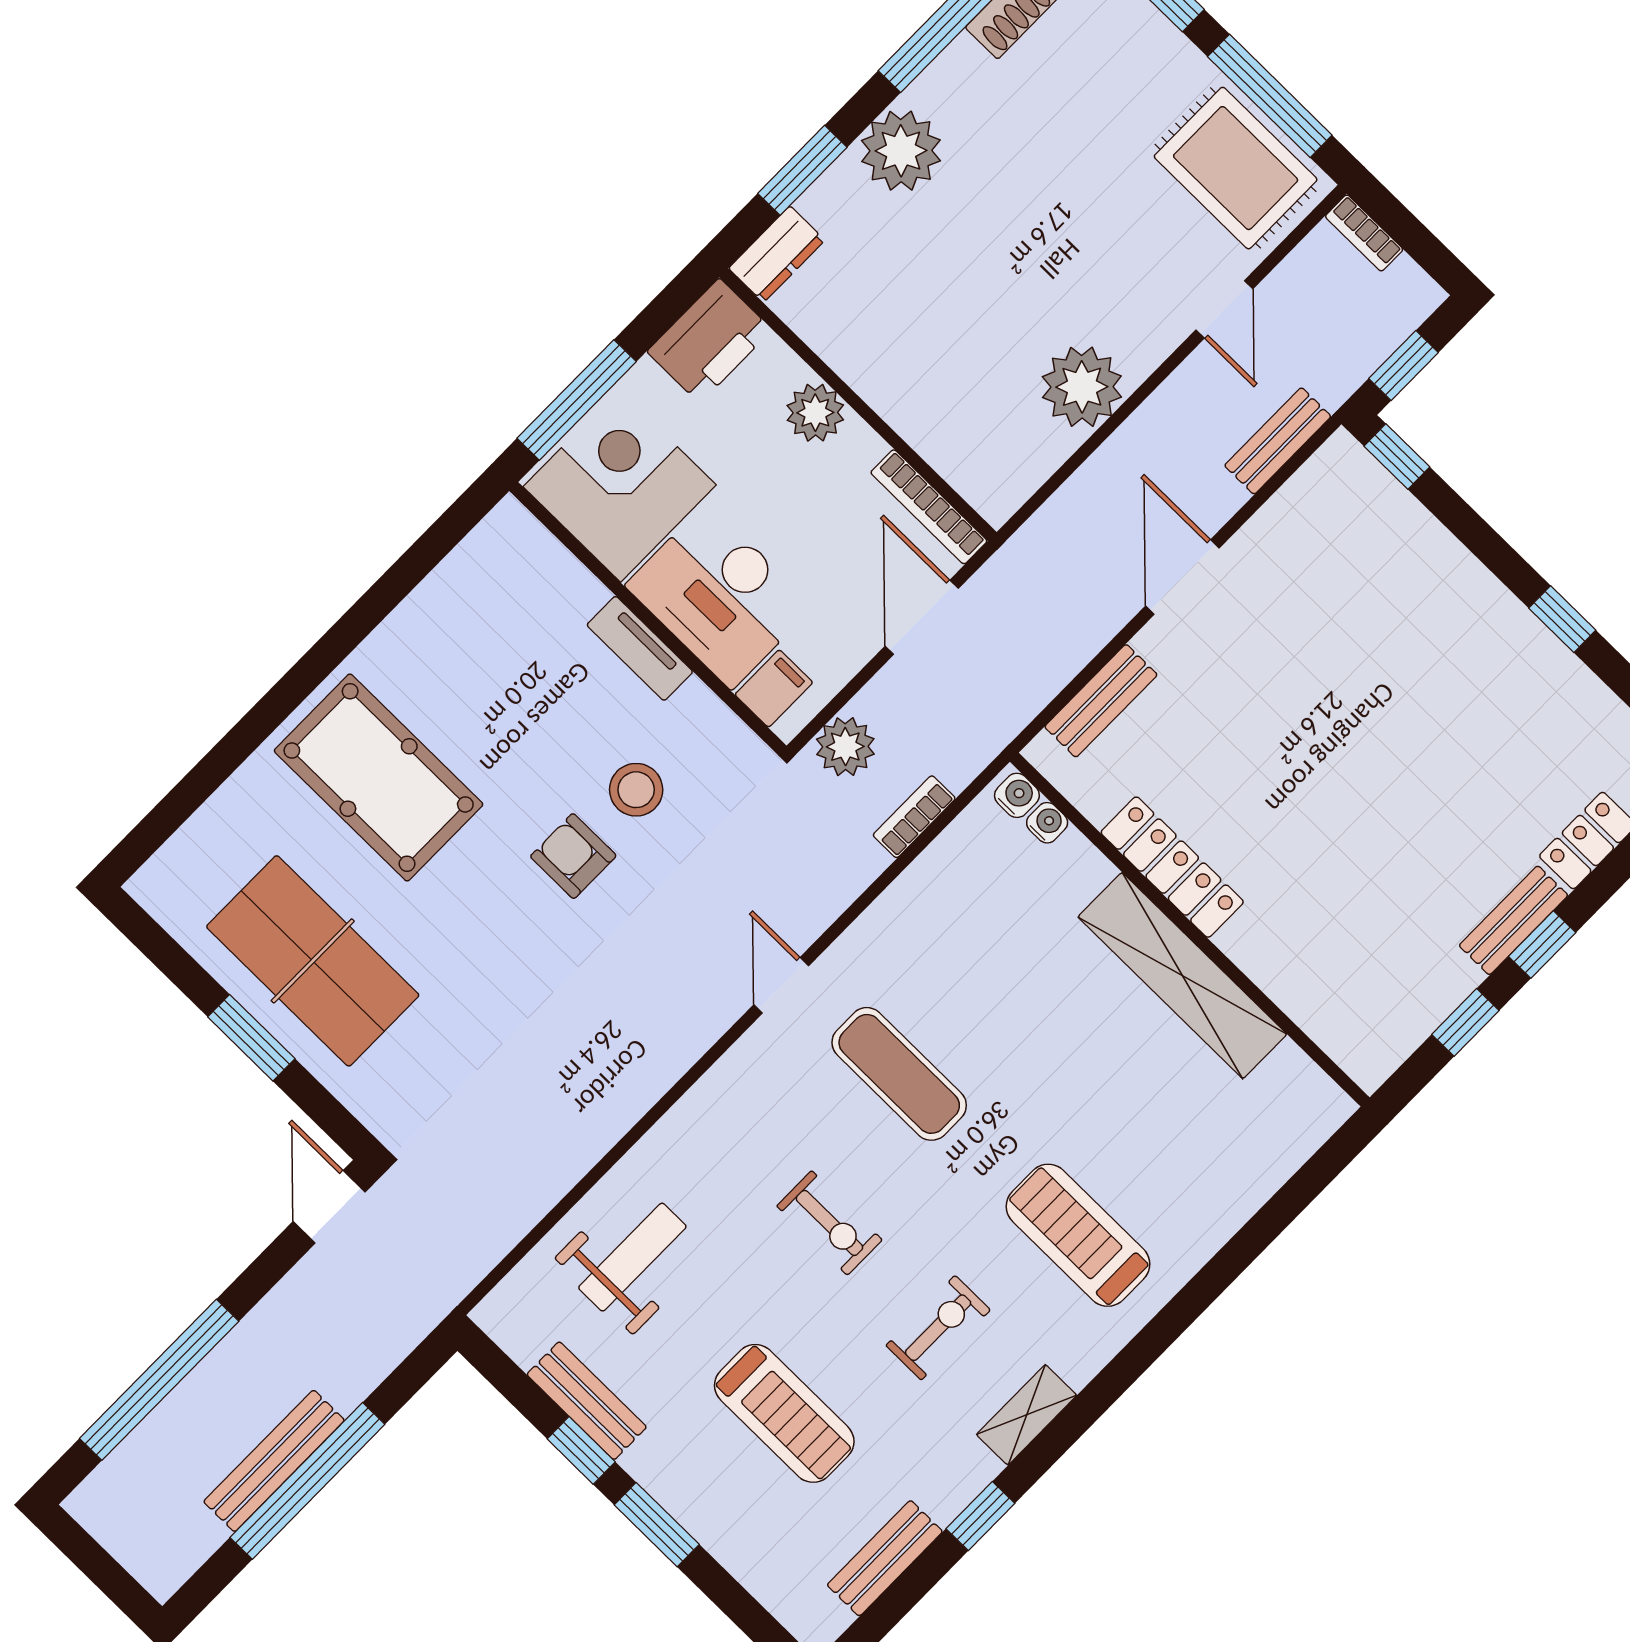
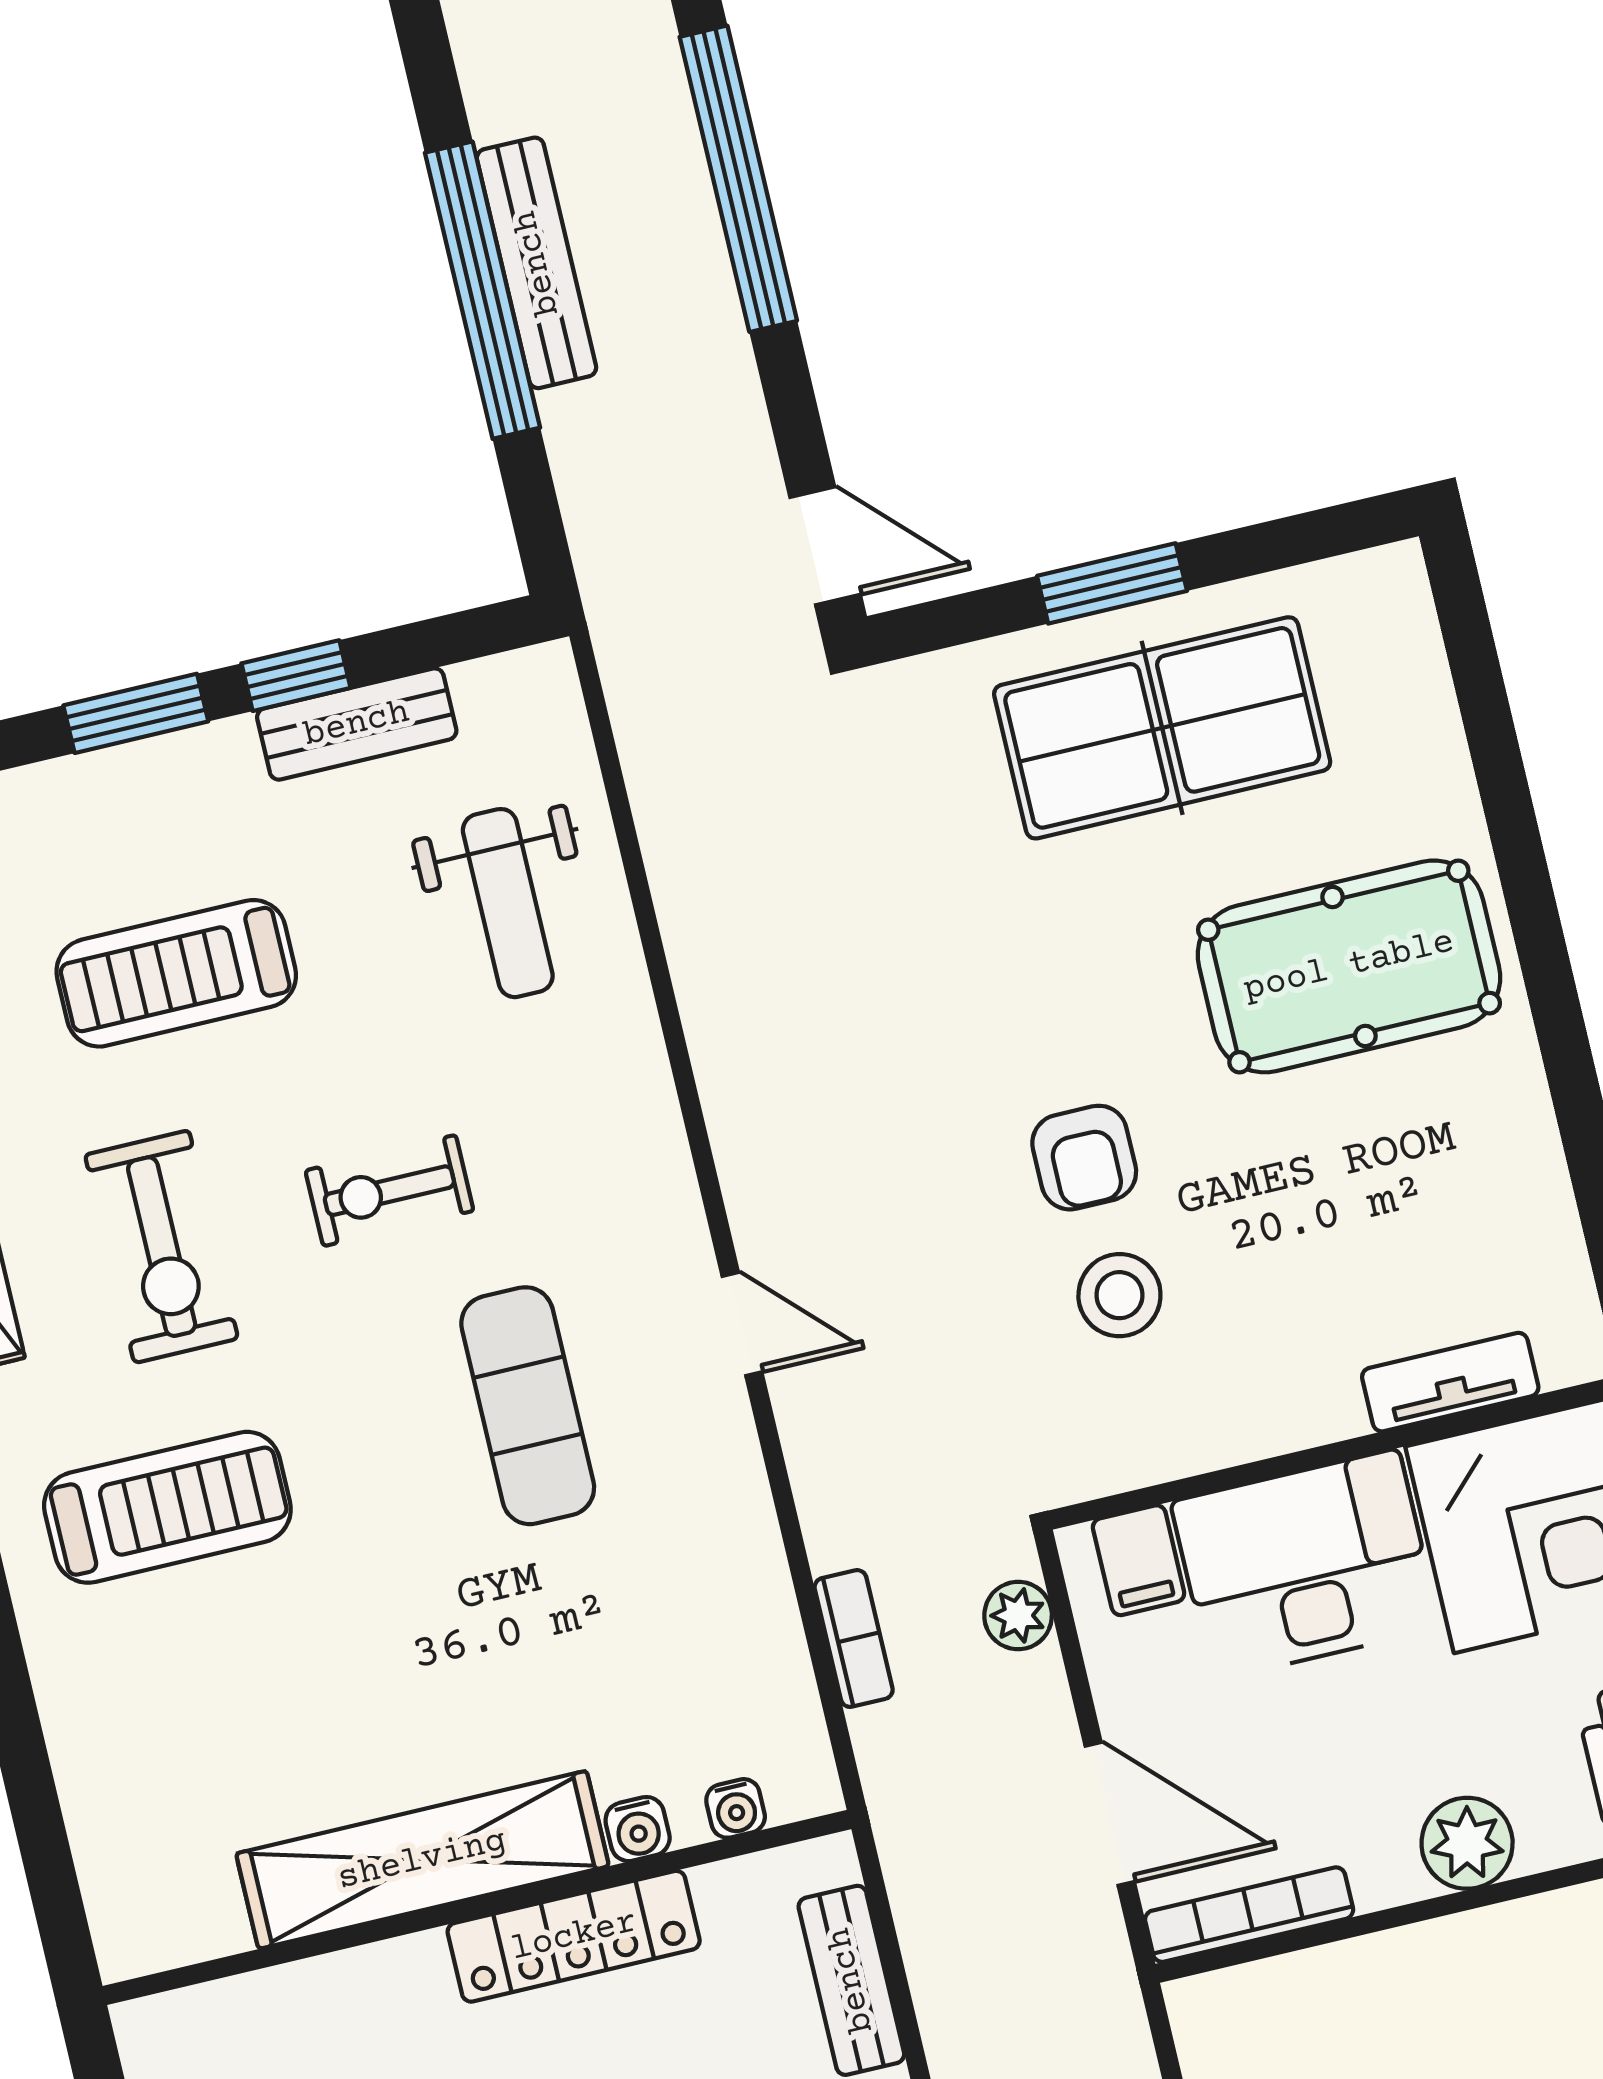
tv unit: (640, 648) -> (1450, 1382), moved
plant: (845, 747) -> (1018, 1616), width x0.73, depth x0.73
water cooler: (1017, 795) -> (638, 1829), moved
armchair: (573, 856) -> (1084, 1158), turned 90
exercise mat: (899, 1074) -> (528, 1406), turned 90
exercise bike: (938, 1328) -> (162, 1247), width x1.38, depth x1.39

